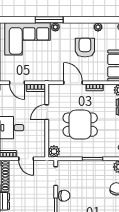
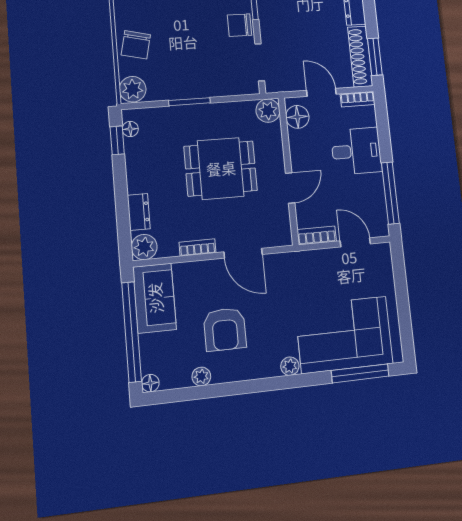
window: (49, 20) -> (360, 373), moved
floor lamp: (40, 147) -> (297, 117), added

